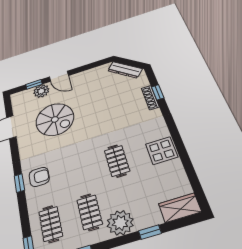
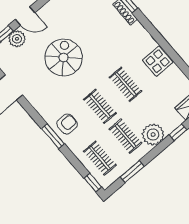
spiral stairs: (55, 119) -> (64, 57), moved, turned -90
clothes rail: (80, 172) -> (100, 106), added
window: (19, 183) -> (53, 136), width x1.50

